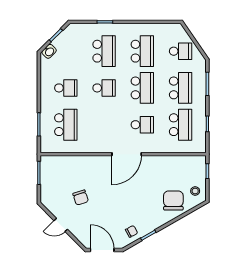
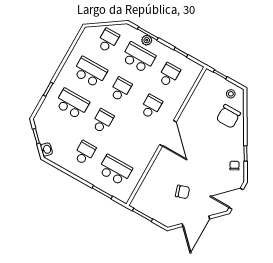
plant: (201, 86) -> (147, 40), added
school desk: (142, 88) -> (121, 89), width x0.54
school desk: (181, 125) -> (169, 75), width x0.54
chair: (173, 201) -> (228, 116), turned -90
door: (61, 225) -> (196, 221), width x1.88

